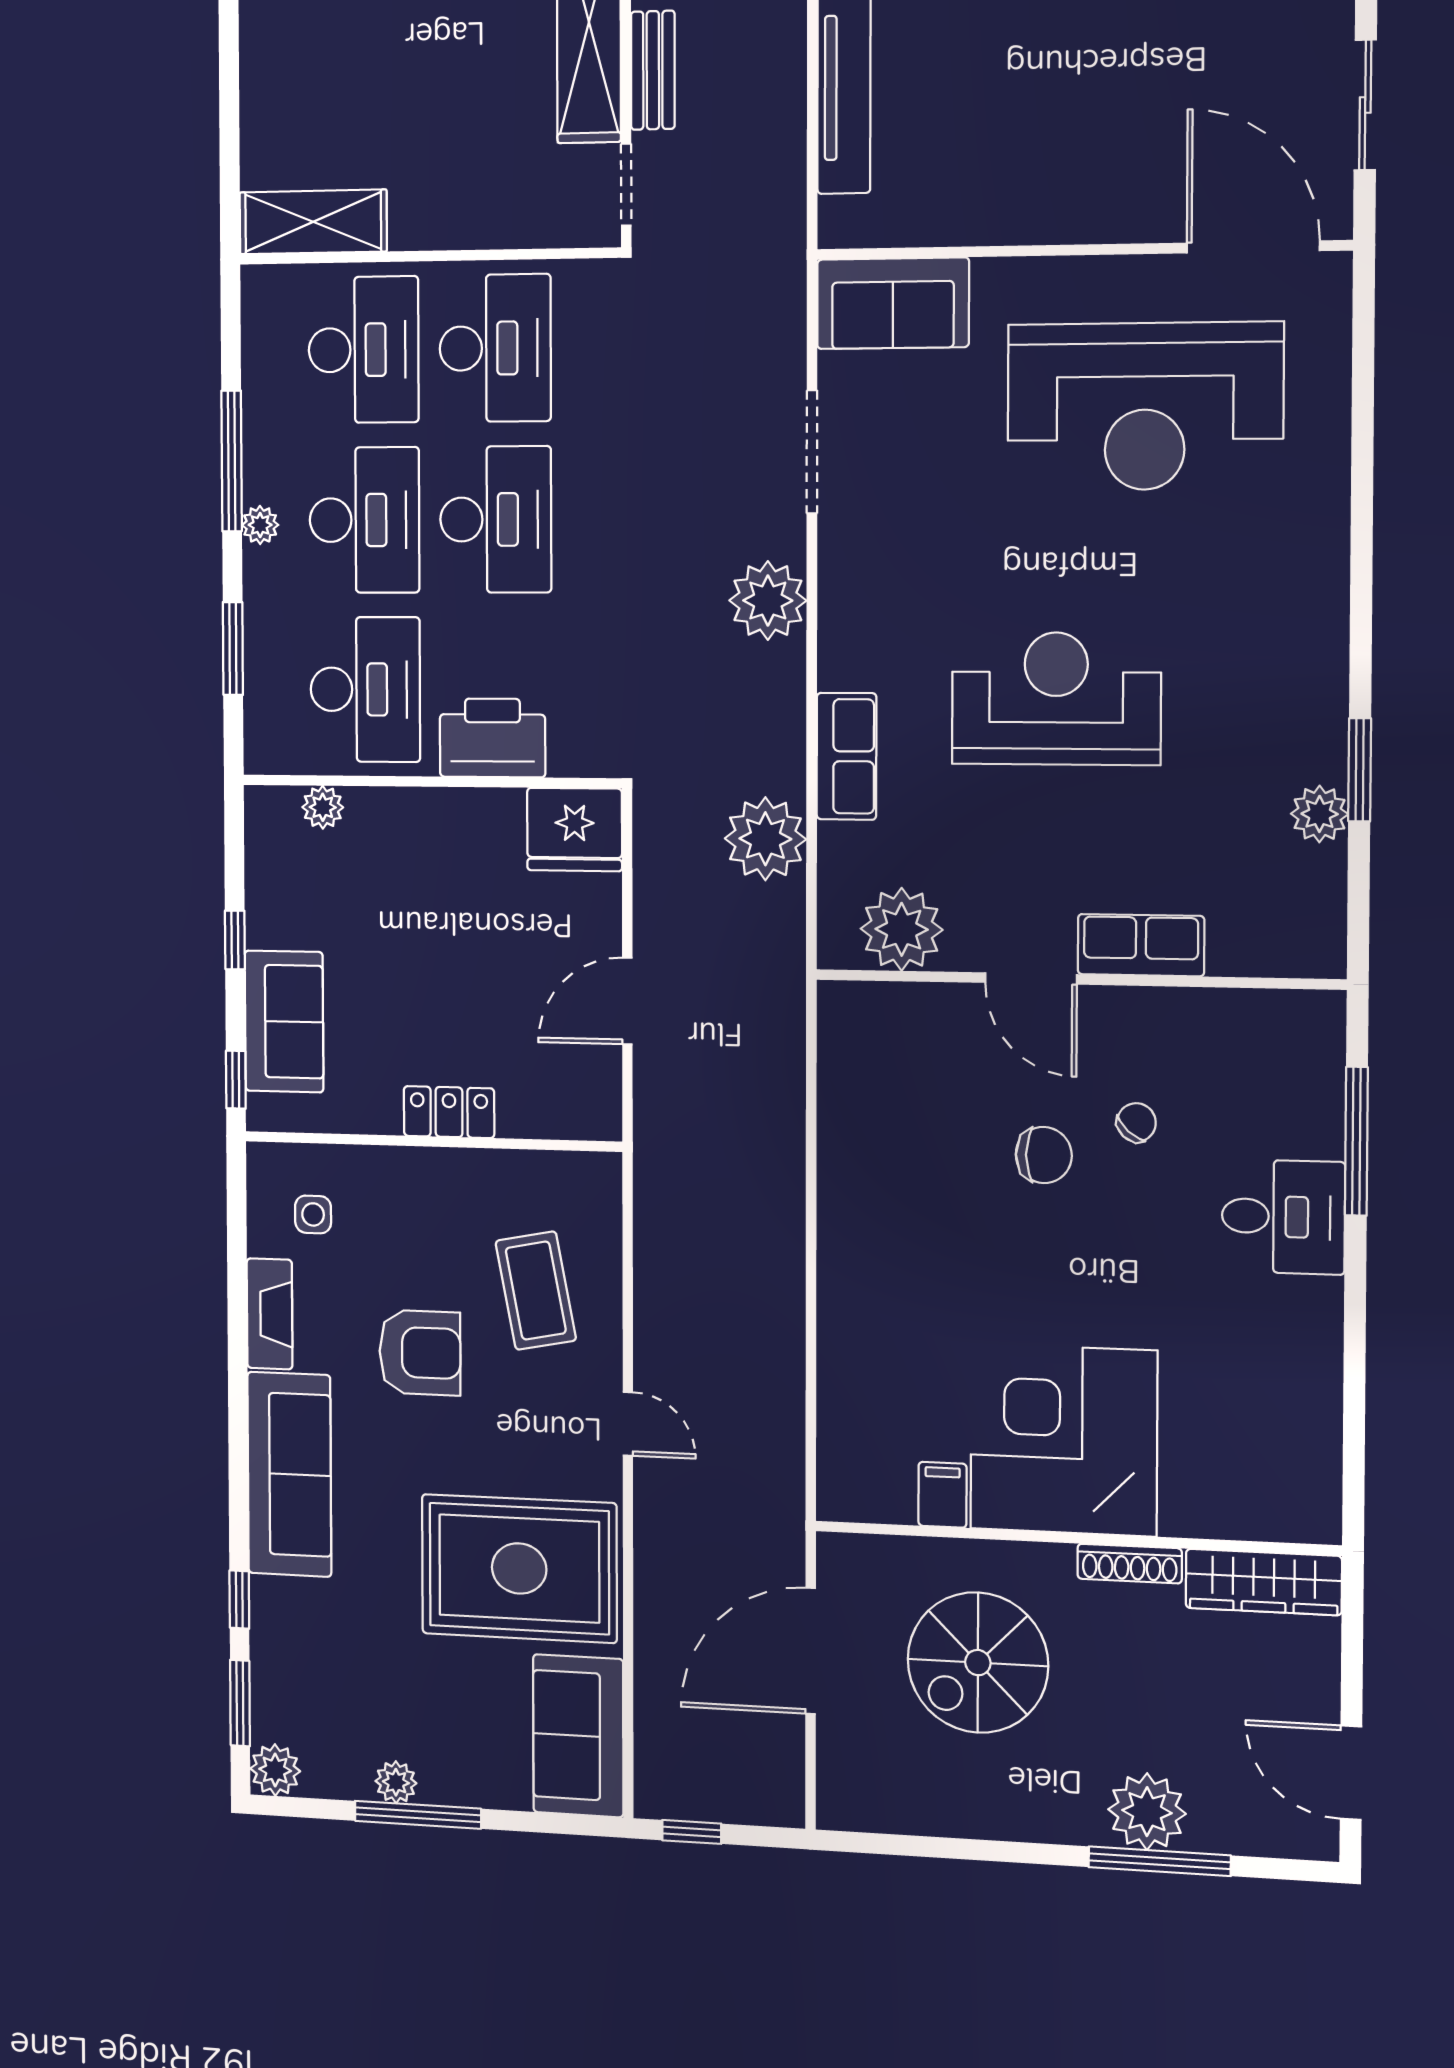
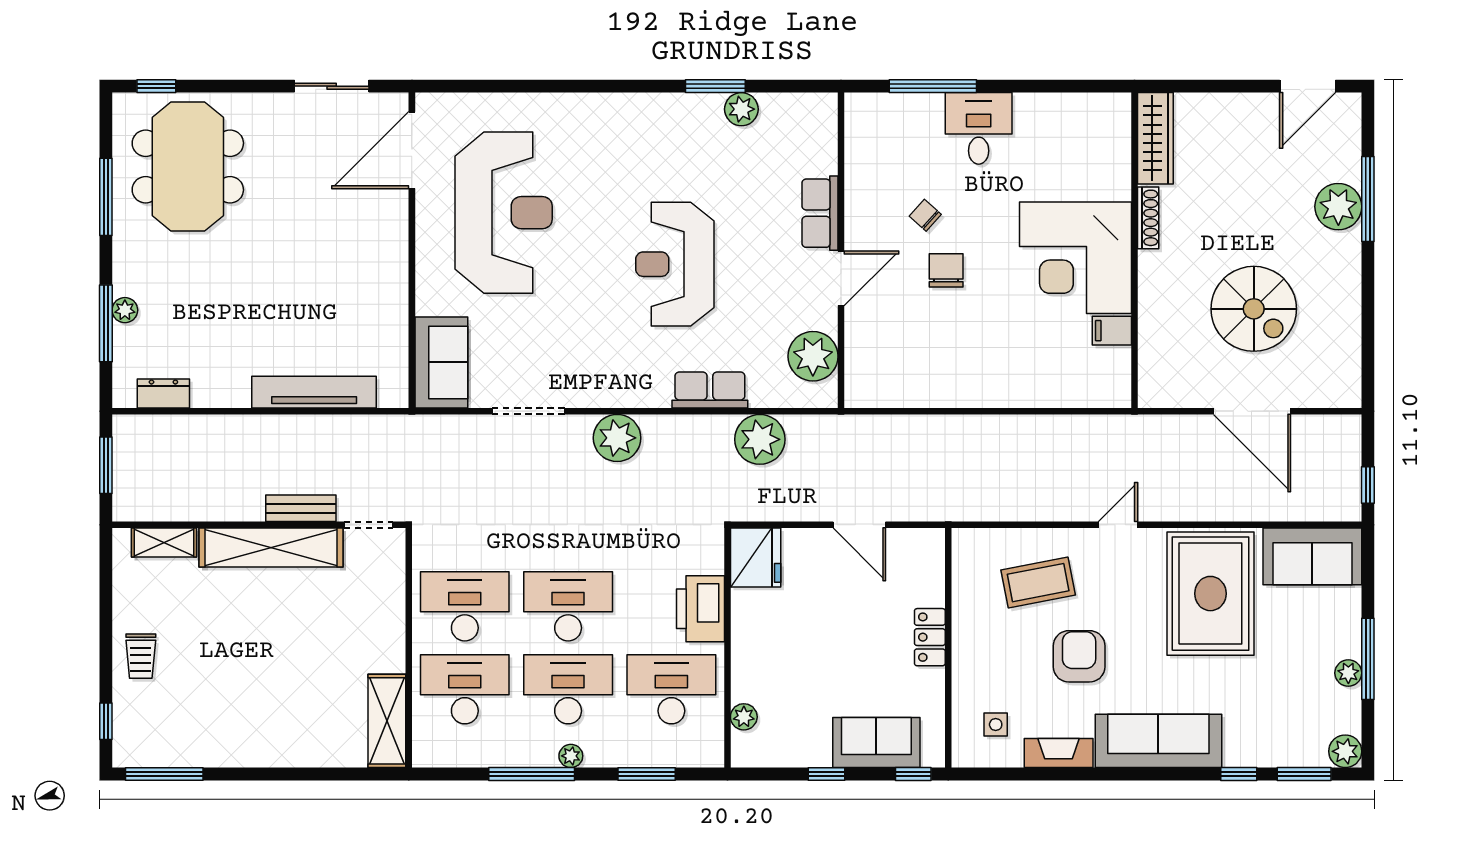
corner desk: (1064, 1440) -> (1075, 258), moved
filing cabinet: (943, 1495) -> (1112, 331), moved
wall: (1076, 1538) -> (1134, 250), moved
shoe rack: (1130, 1564) -> (1148, 218), moved
wardrobe: (1264, 1582) -> (1155, 138), moved

